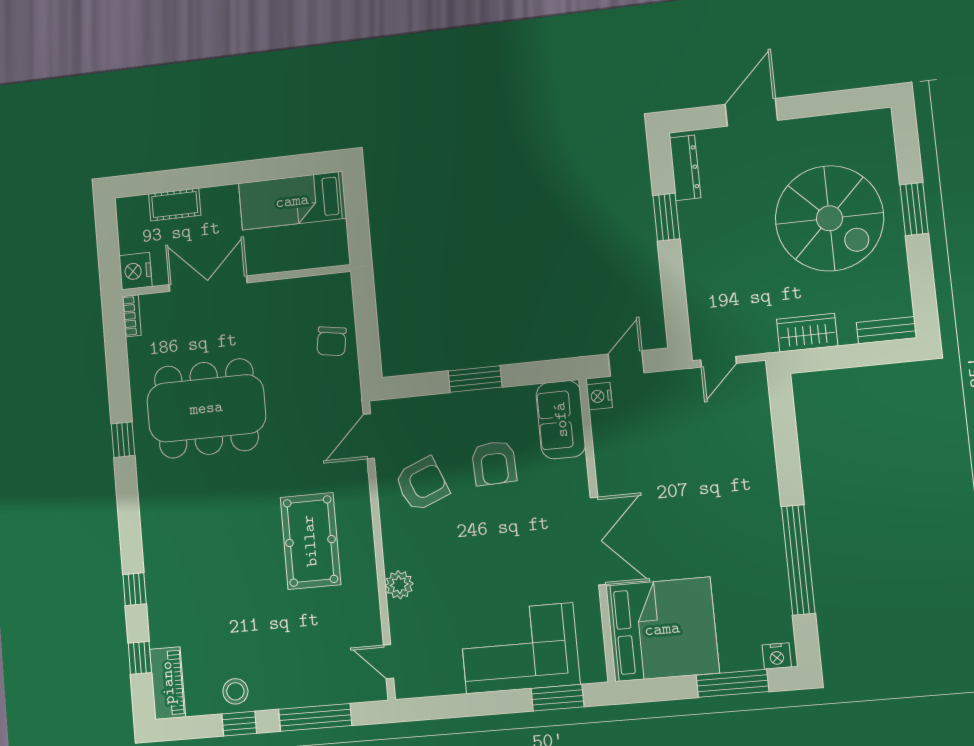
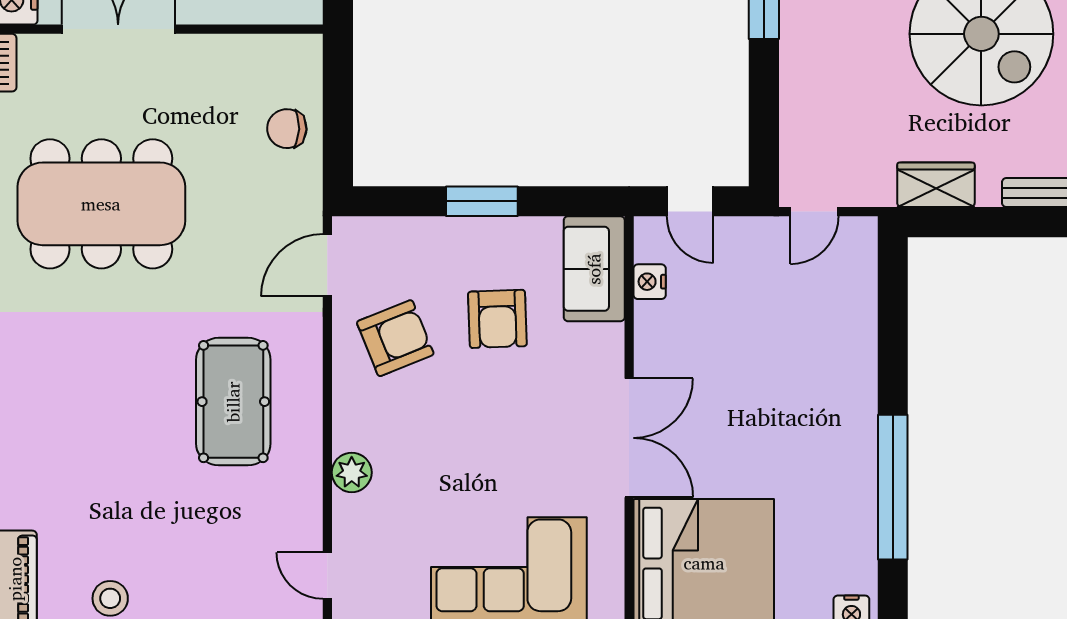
chair: (332, 341) -> (287, 129), turned 83
door: (626, 363) -> (690, 201), swing flipped
nightstand: (599, 396) -> (650, 282), moved

